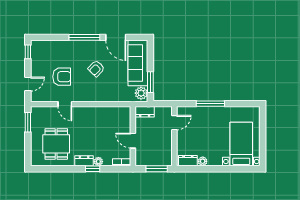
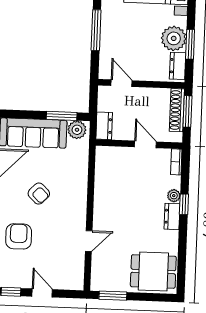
armchair: (62, 77) -> (19, 236), moved
door: (28, 84) -> (42, 293), moved
door: (133, 141) -> (145, 144), swing flipped
dining table: (56, 144) -> (153, 271), moved
shoe rack: (157, 161) -> (177, 110), added
plant: (203, 161) -> (174, 38), width x1.88, depth x1.88
window: (203, 169) -> (190, 44), added

